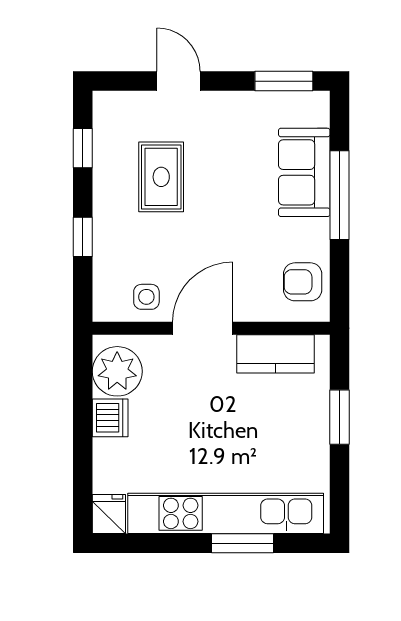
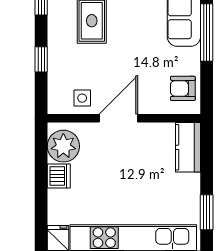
kitchen counter: (276, 354) -> (188, 147), moved, turned 90
window: (340, 417) -> (207, 212), moved

